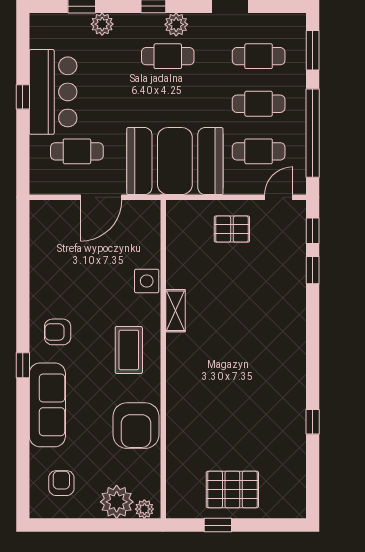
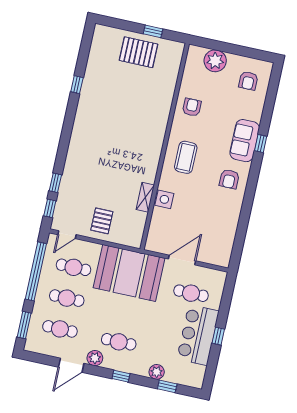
plant: (176, 24) -> (95, 358), moved
pallet: (232, 229) -> (102, 221), turned 90
shelving: (176, 311) -> (145, 197), moved
armchair: (58, 332) -> (229, 179), turned 90
window: (23, 365) -> (261, 143), moved
sofa: (47, 405) -> (245, 141), width x0.73
armchair: (136, 426) -> (192, 107), width x0.53, depth x0.53
plant: (144, 509) -> (198, 52), removed

